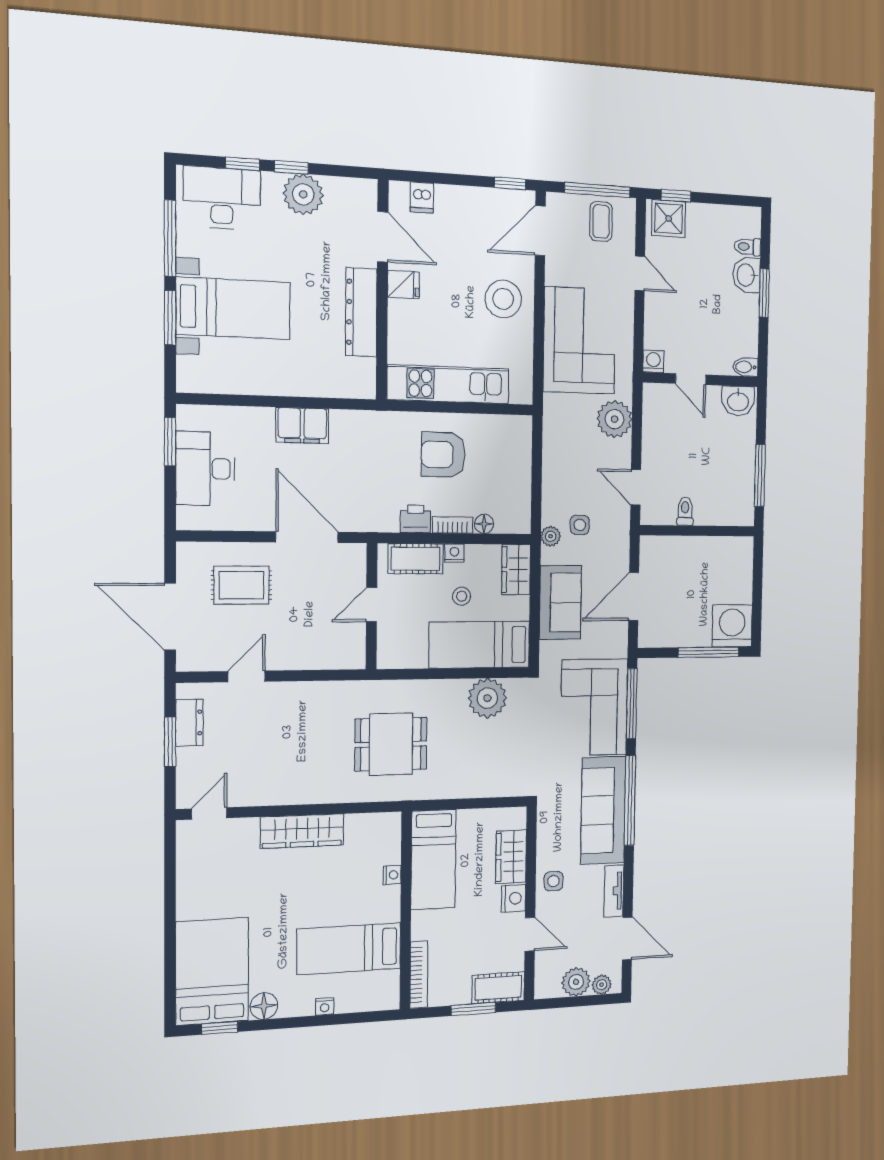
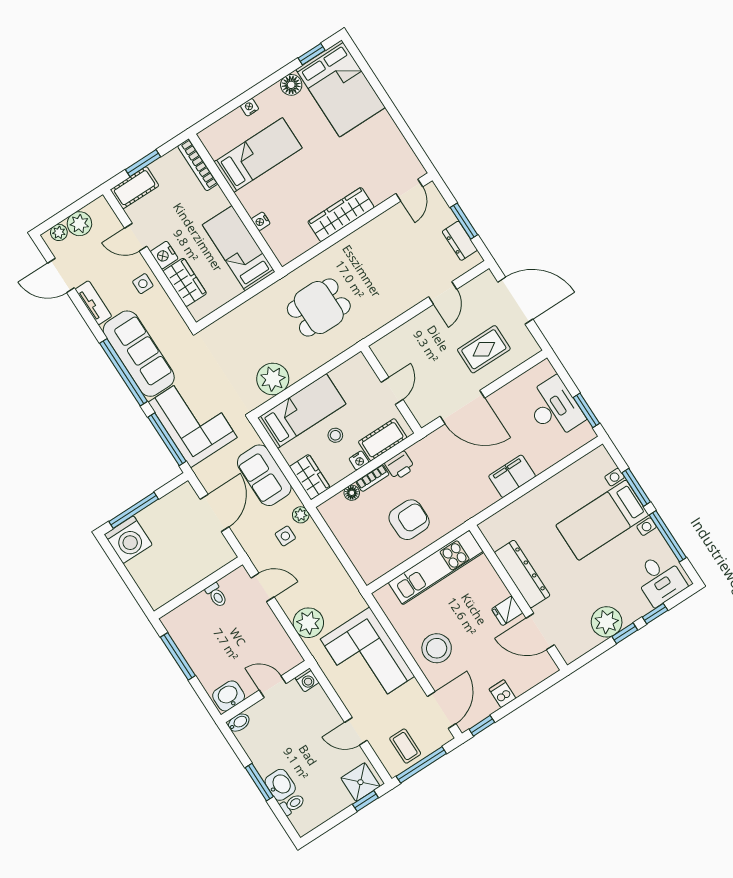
desk: (222, 198) -> (660, 579), width x0.73
dishwasher: (422, 198) -> (502, 694), moved

